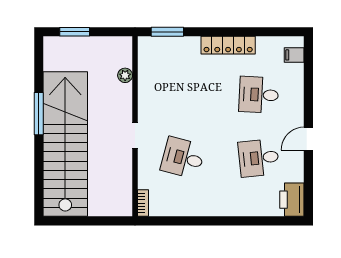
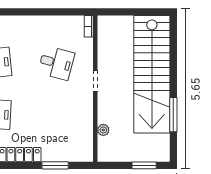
window: (167, 32) -> (55, 165), moved
window: (39, 114) -> (173, 115), moved

